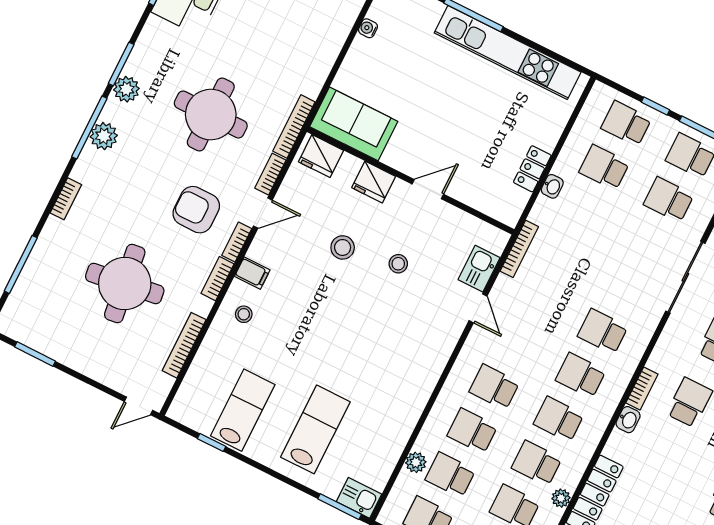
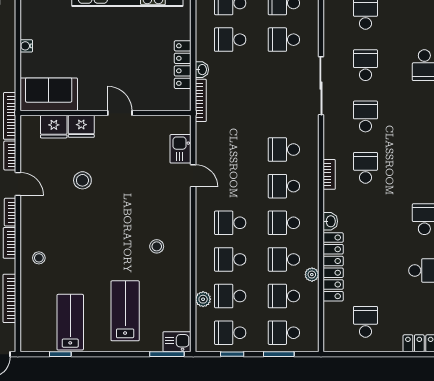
water cooler: (368, 28) -> (26, 46), moved
fridge: (321, 156) -> (54, 127), moved
locker: (532, 169) -> (183, 65), width x1.53
door: (428, 189) -> (120, 113), hinge flipped
door: (263, 213) -> (18, 184), hinge flipped
bookcase: (519, 249) -> (201, 100), moved
stool: (398, 264) -> (157, 246), moved
filing cabinet: (252, 273) -> (31, 228), removed
washbasin: (628, 420) -> (330, 221), moved

